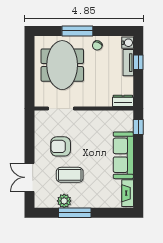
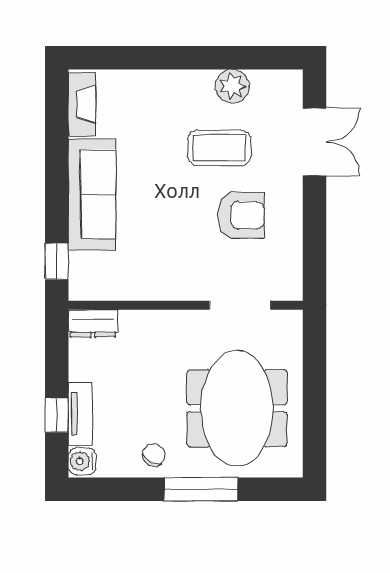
window: (75, 213) -> (207, 58), removed

